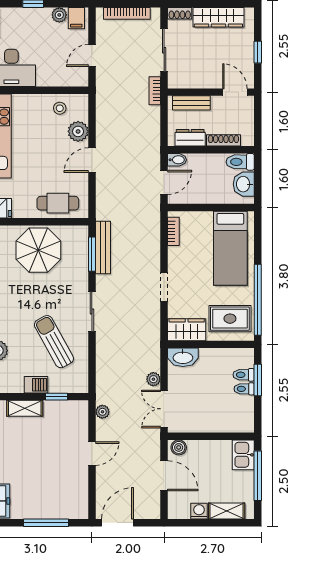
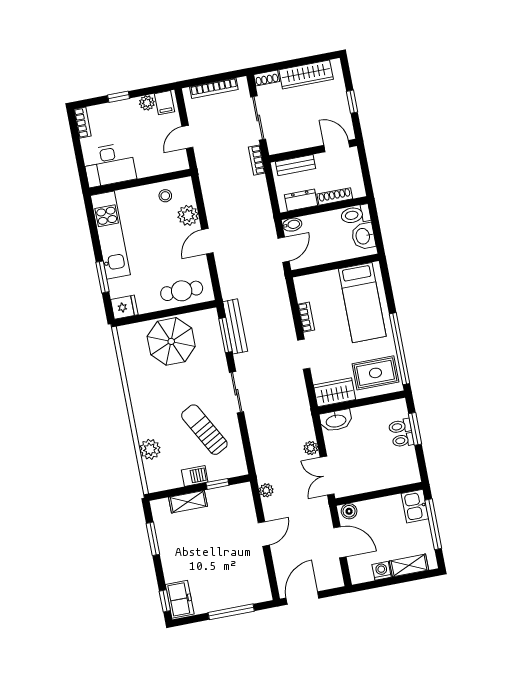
bookcase: (173, 231) -> (306, 317), moved

